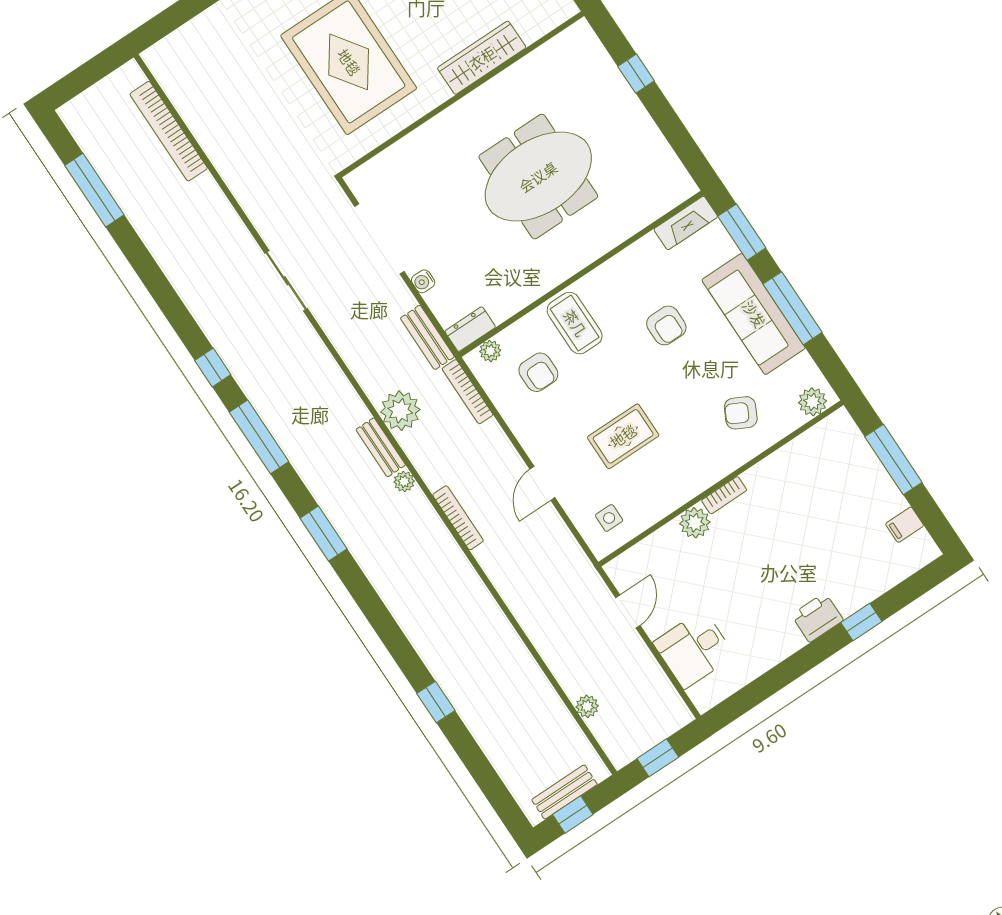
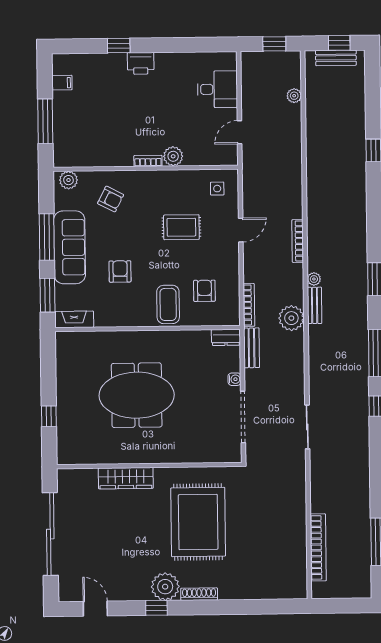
plant: (490, 351) -> (223, 319), removed

